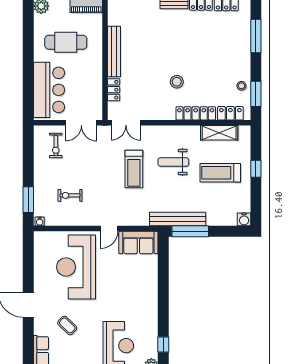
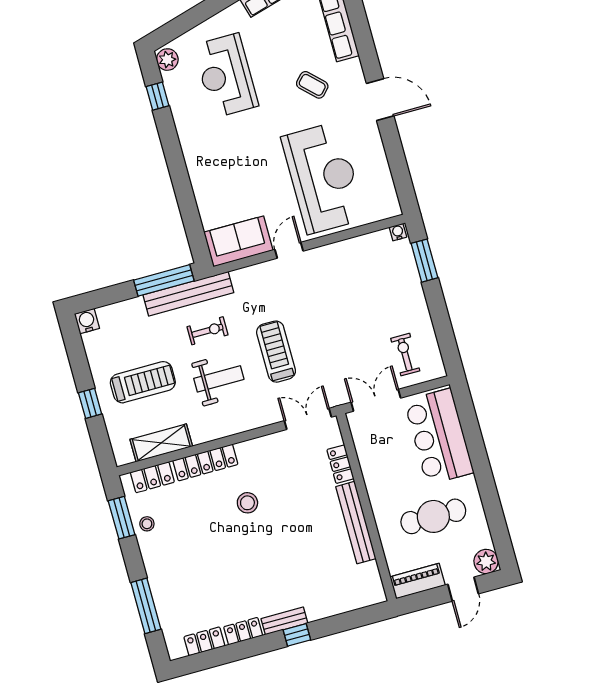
exercise bike: (70, 195) -> (207, 331), moved

